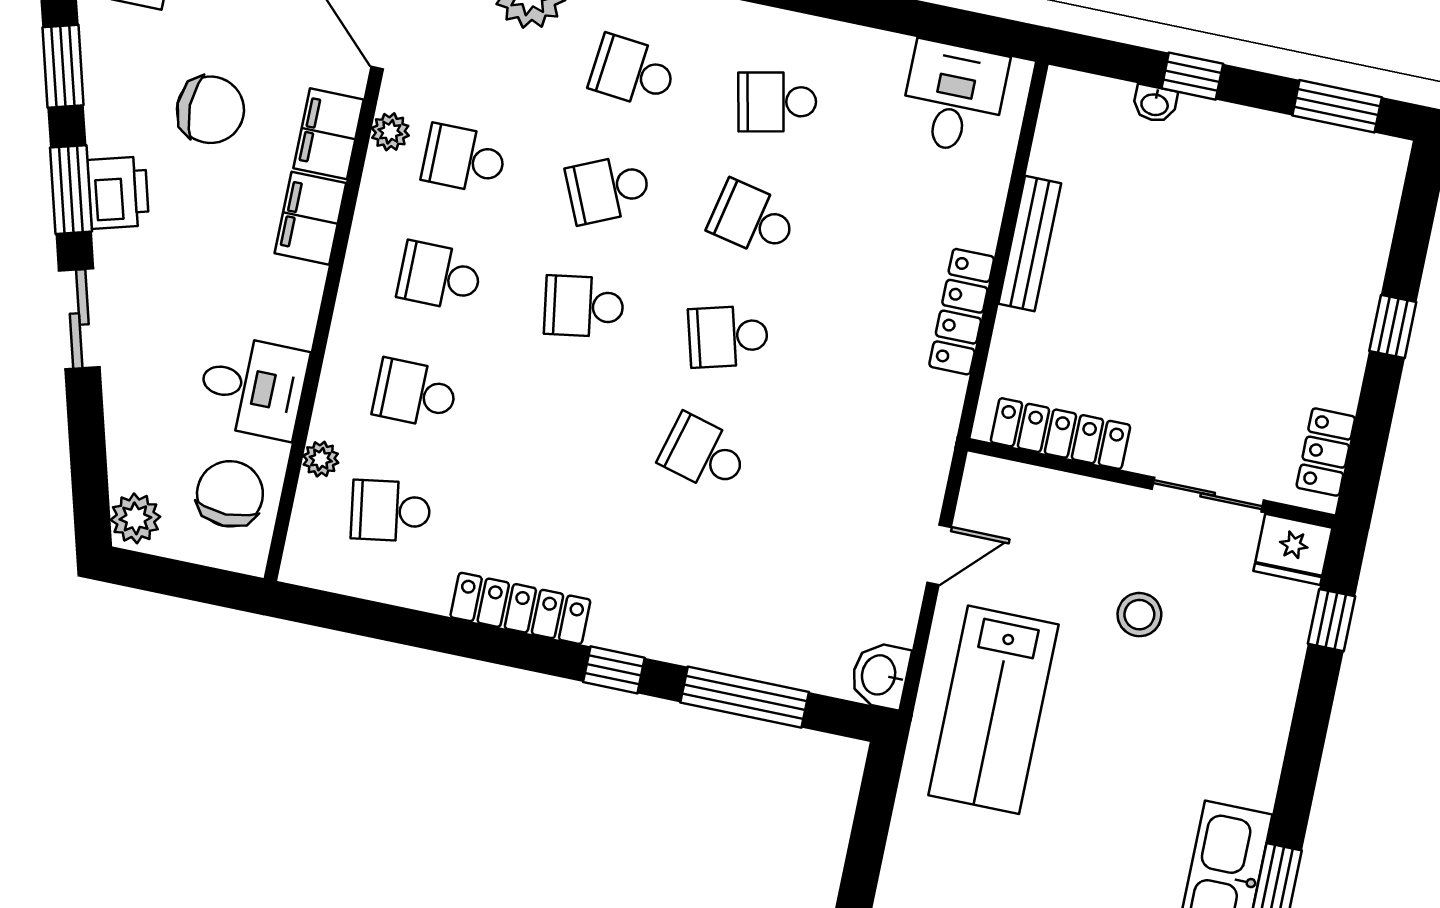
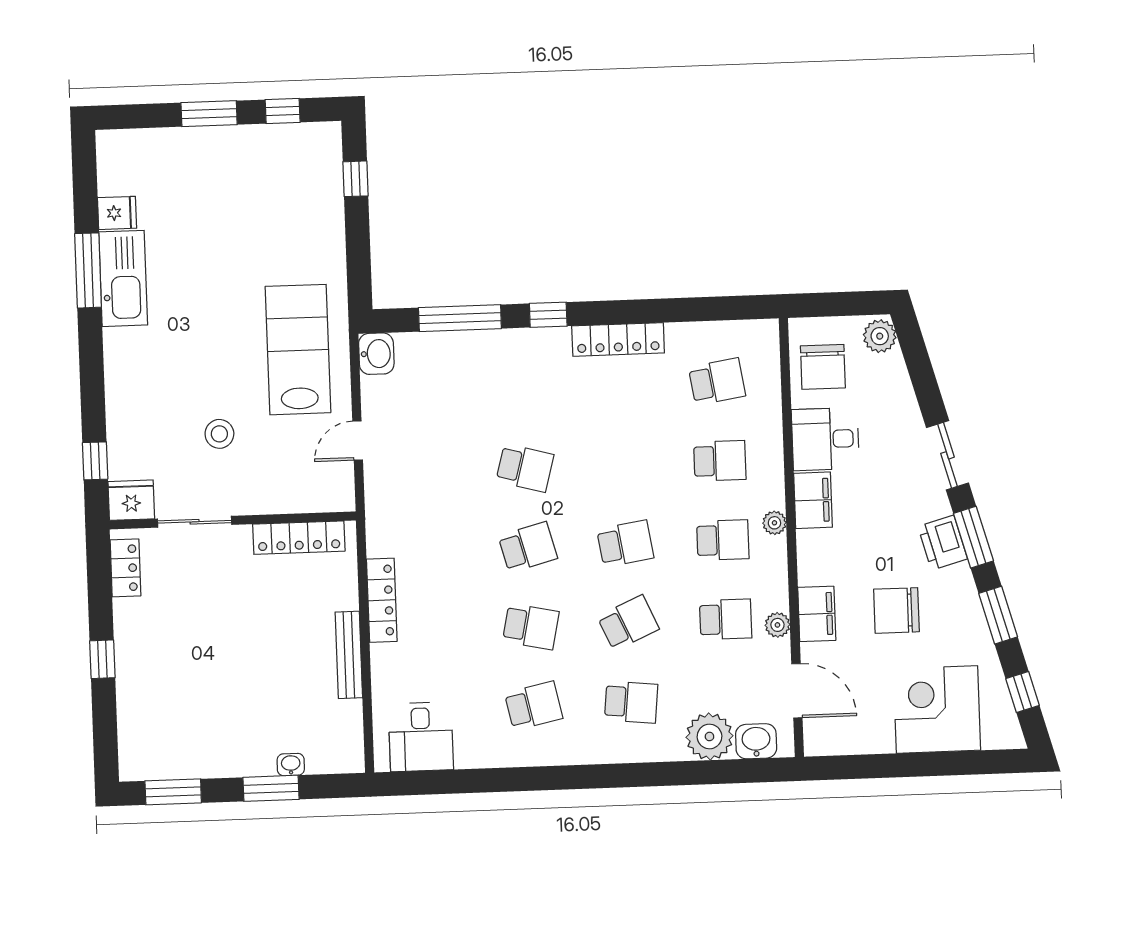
window: (1192, 76) -> (271, 788), width x1.50
filing cabinet: (310, 218) -> (813, 500), moved
plant: (321, 459) -> (774, 523), moved

